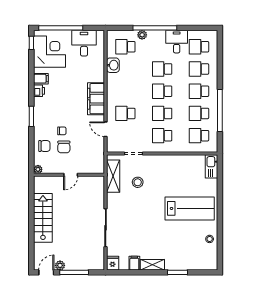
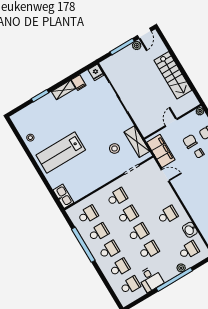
filing cabinet: (96, 99) -> (161, 151), moved
school desk: (125, 113) -> (168, 215), moved

